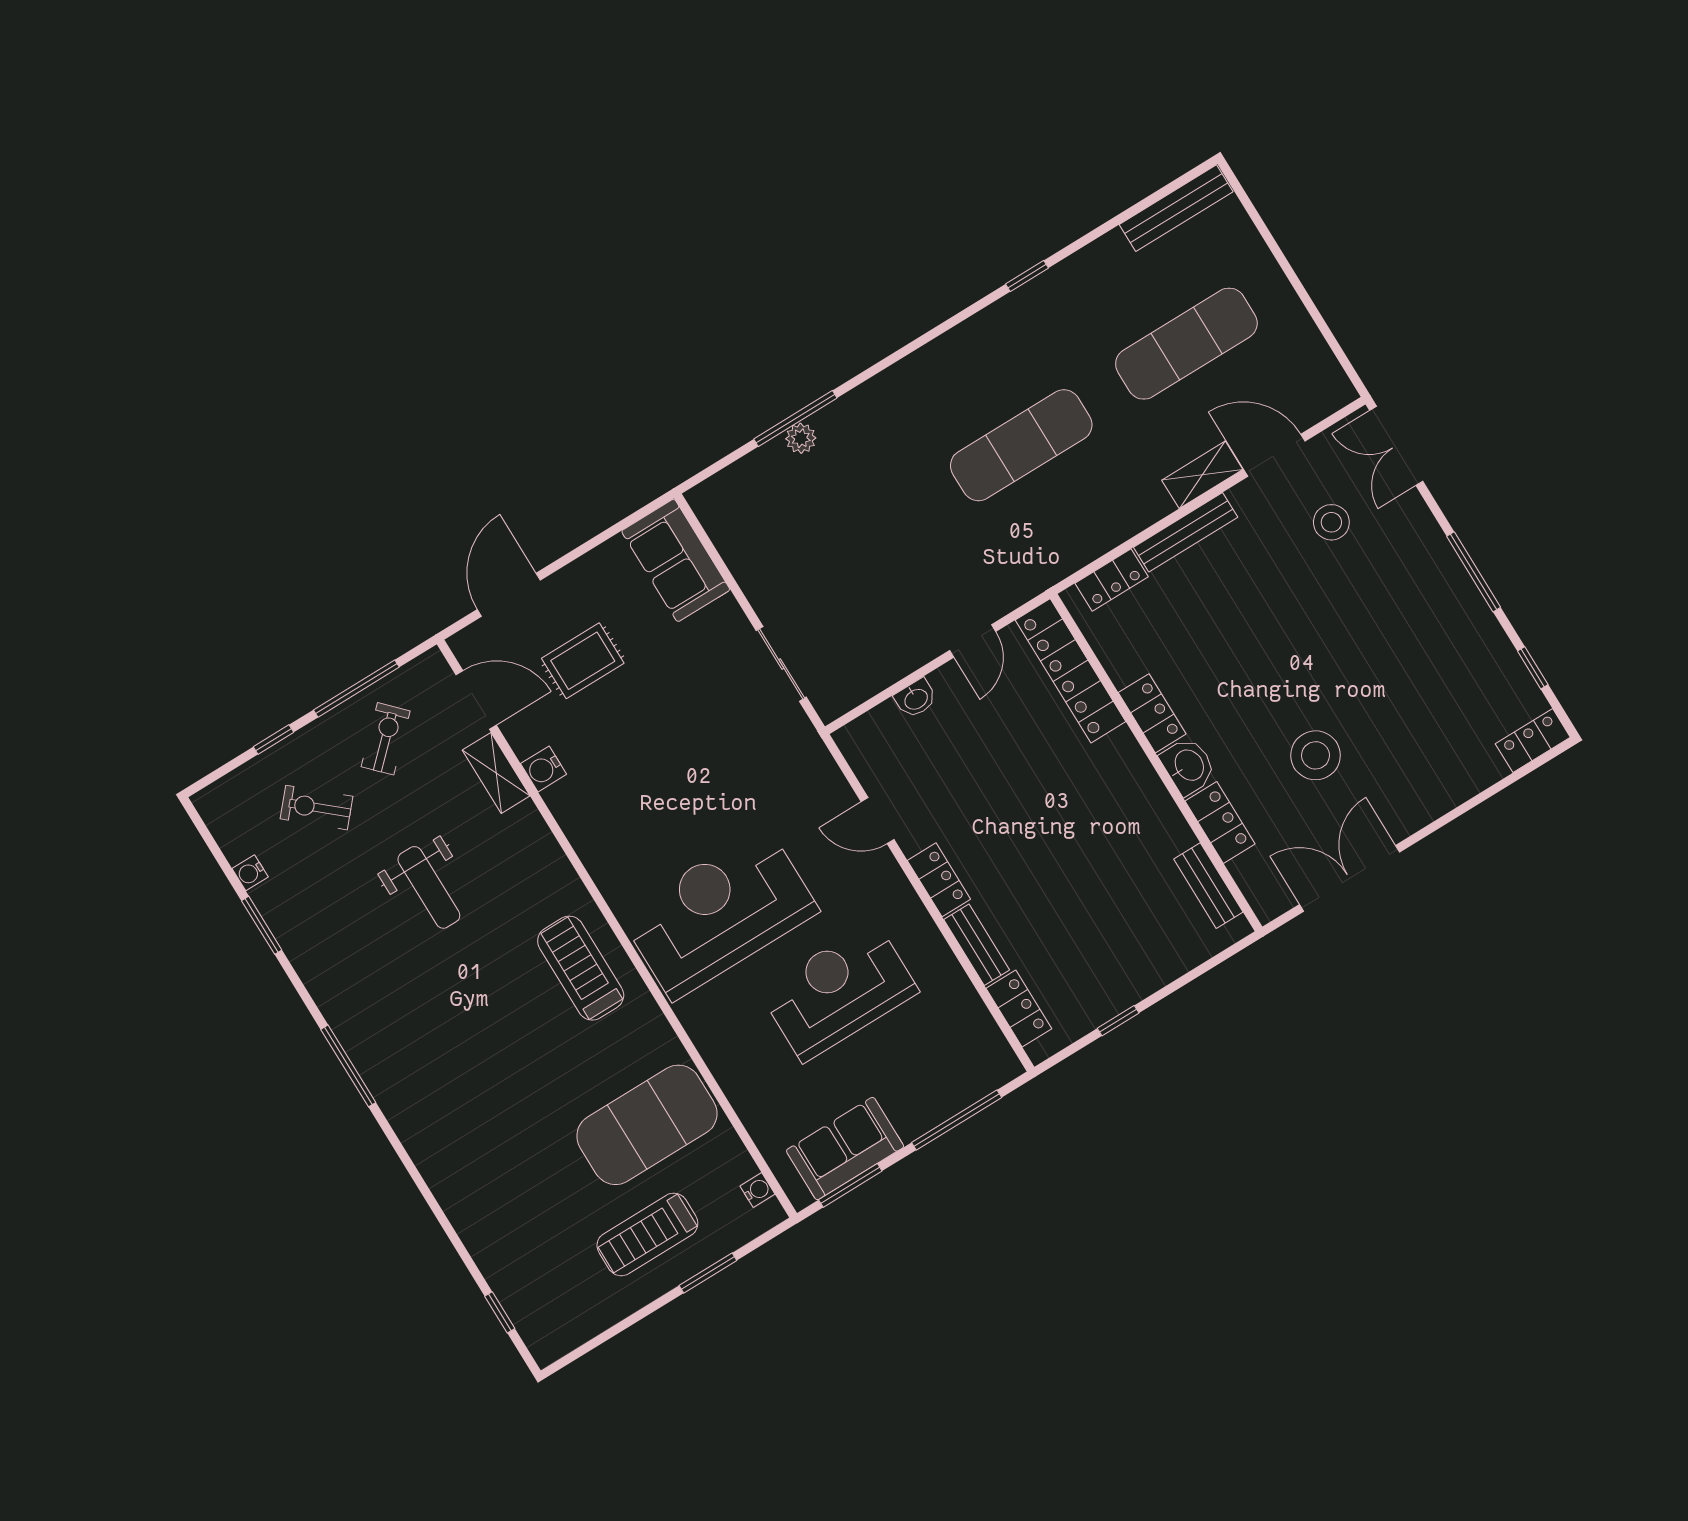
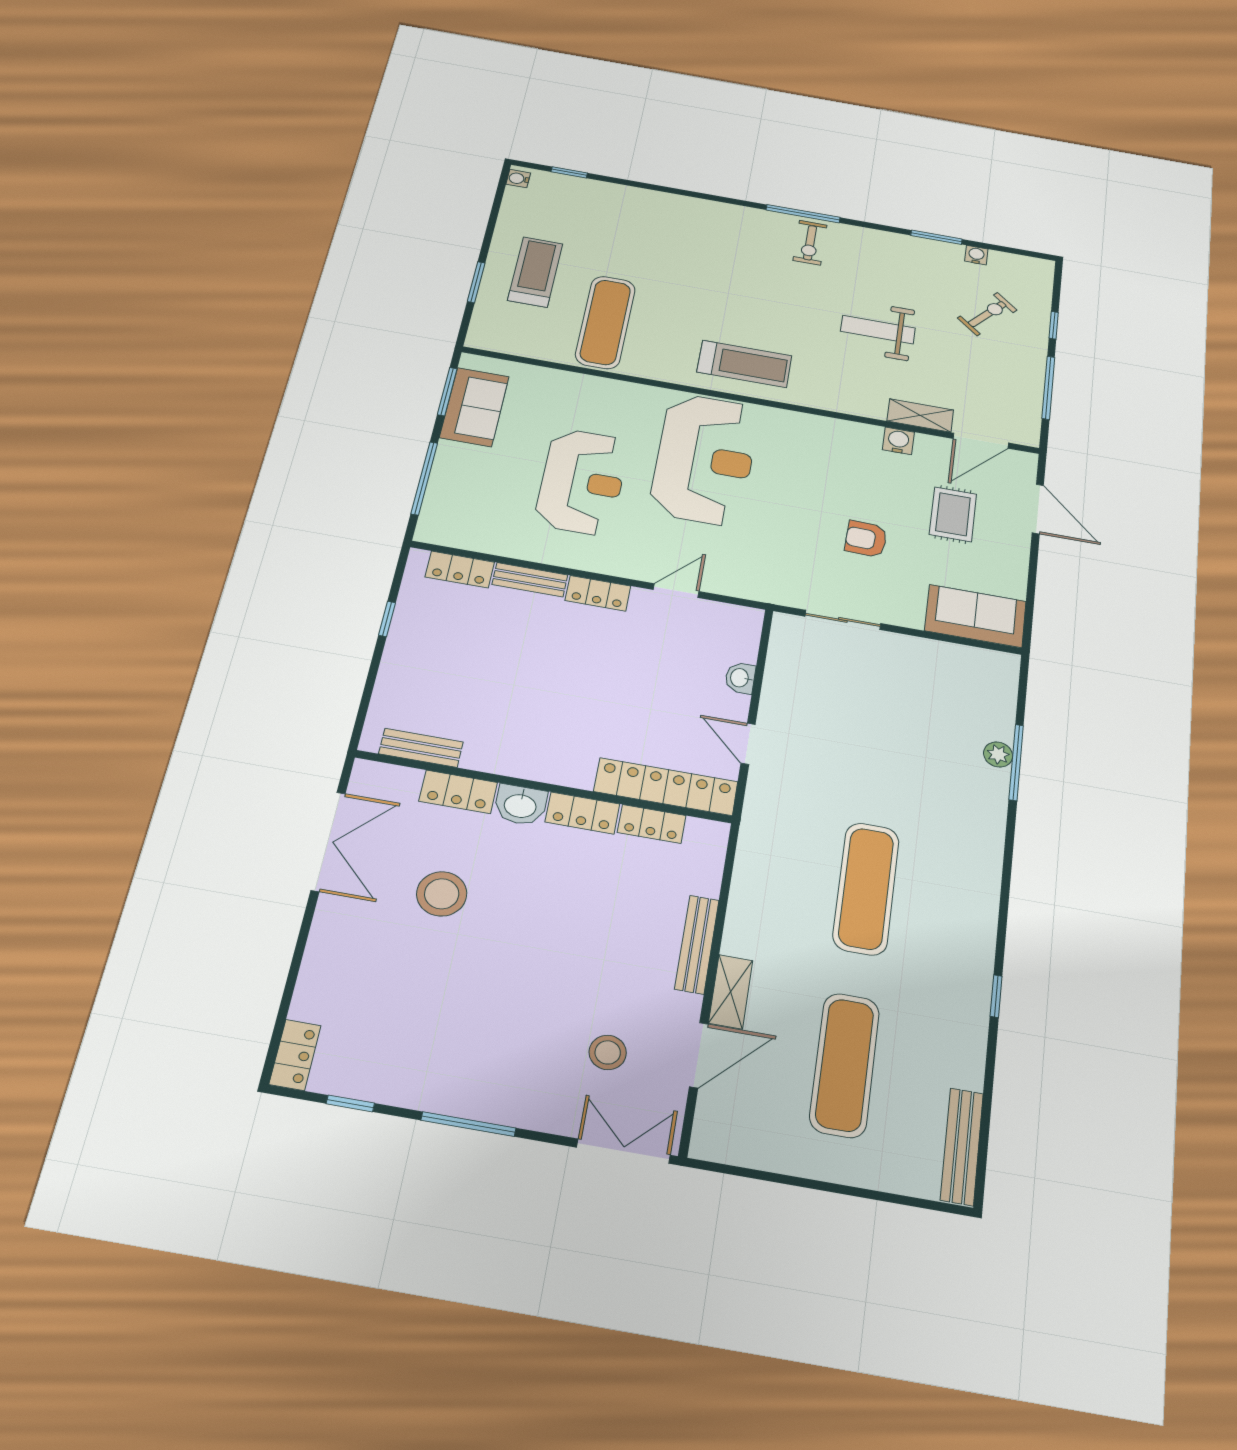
locker: (1112, 580) -> (652, 824), moved, turned -90
armchair: (678, 712) -> (866, 539), added
exercise bike: (386, 739) -> (810, 243), moved, turned 44
exercise mat: (647, 1125) -> (605, 322), width x0.68
water cooler: (757, 1190) -> (518, 179), moved, turned 90

